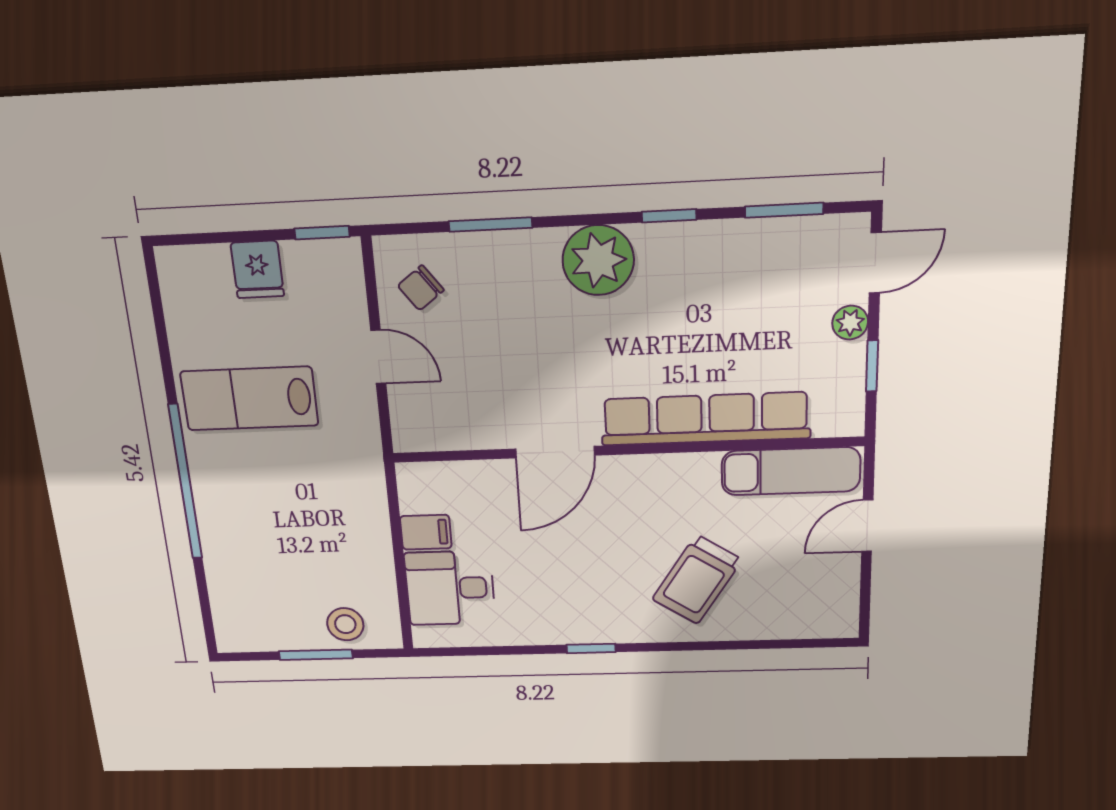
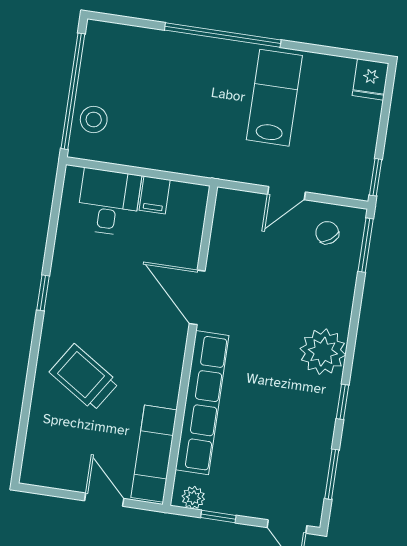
window: (490, 224) -> (366, 245), moved
fridge: (257, 269) -> (371, 79), moved, turned -90
plant: (850, 323) -> (193, 498), moved
window: (316, 655) -> (73, 91), width x2.11

